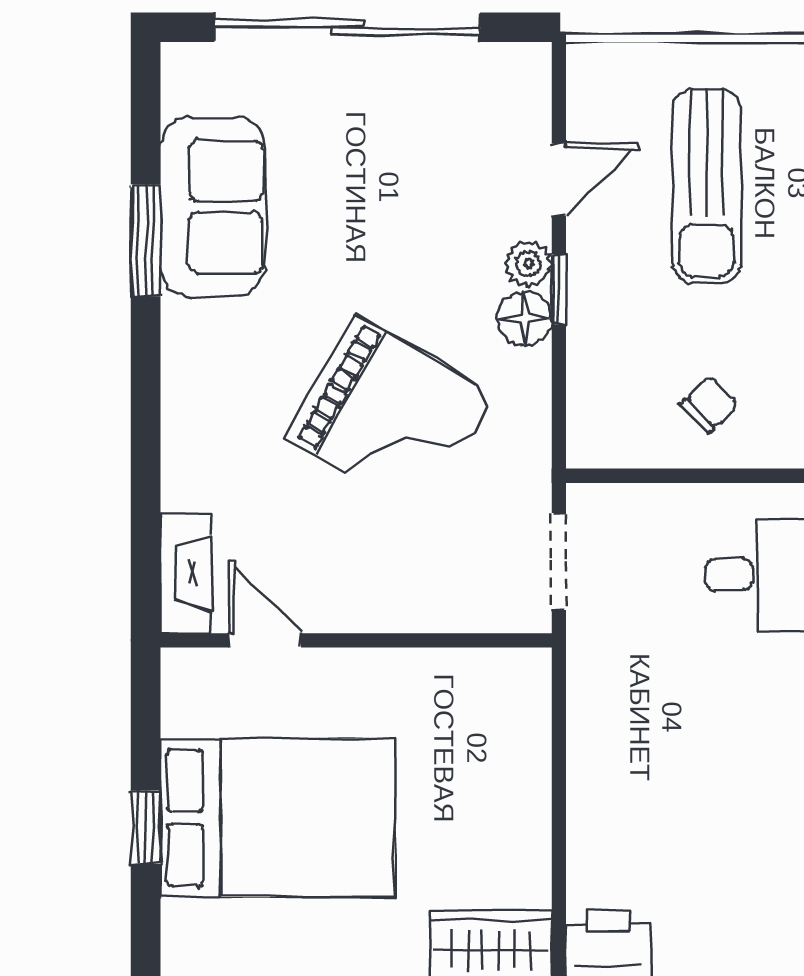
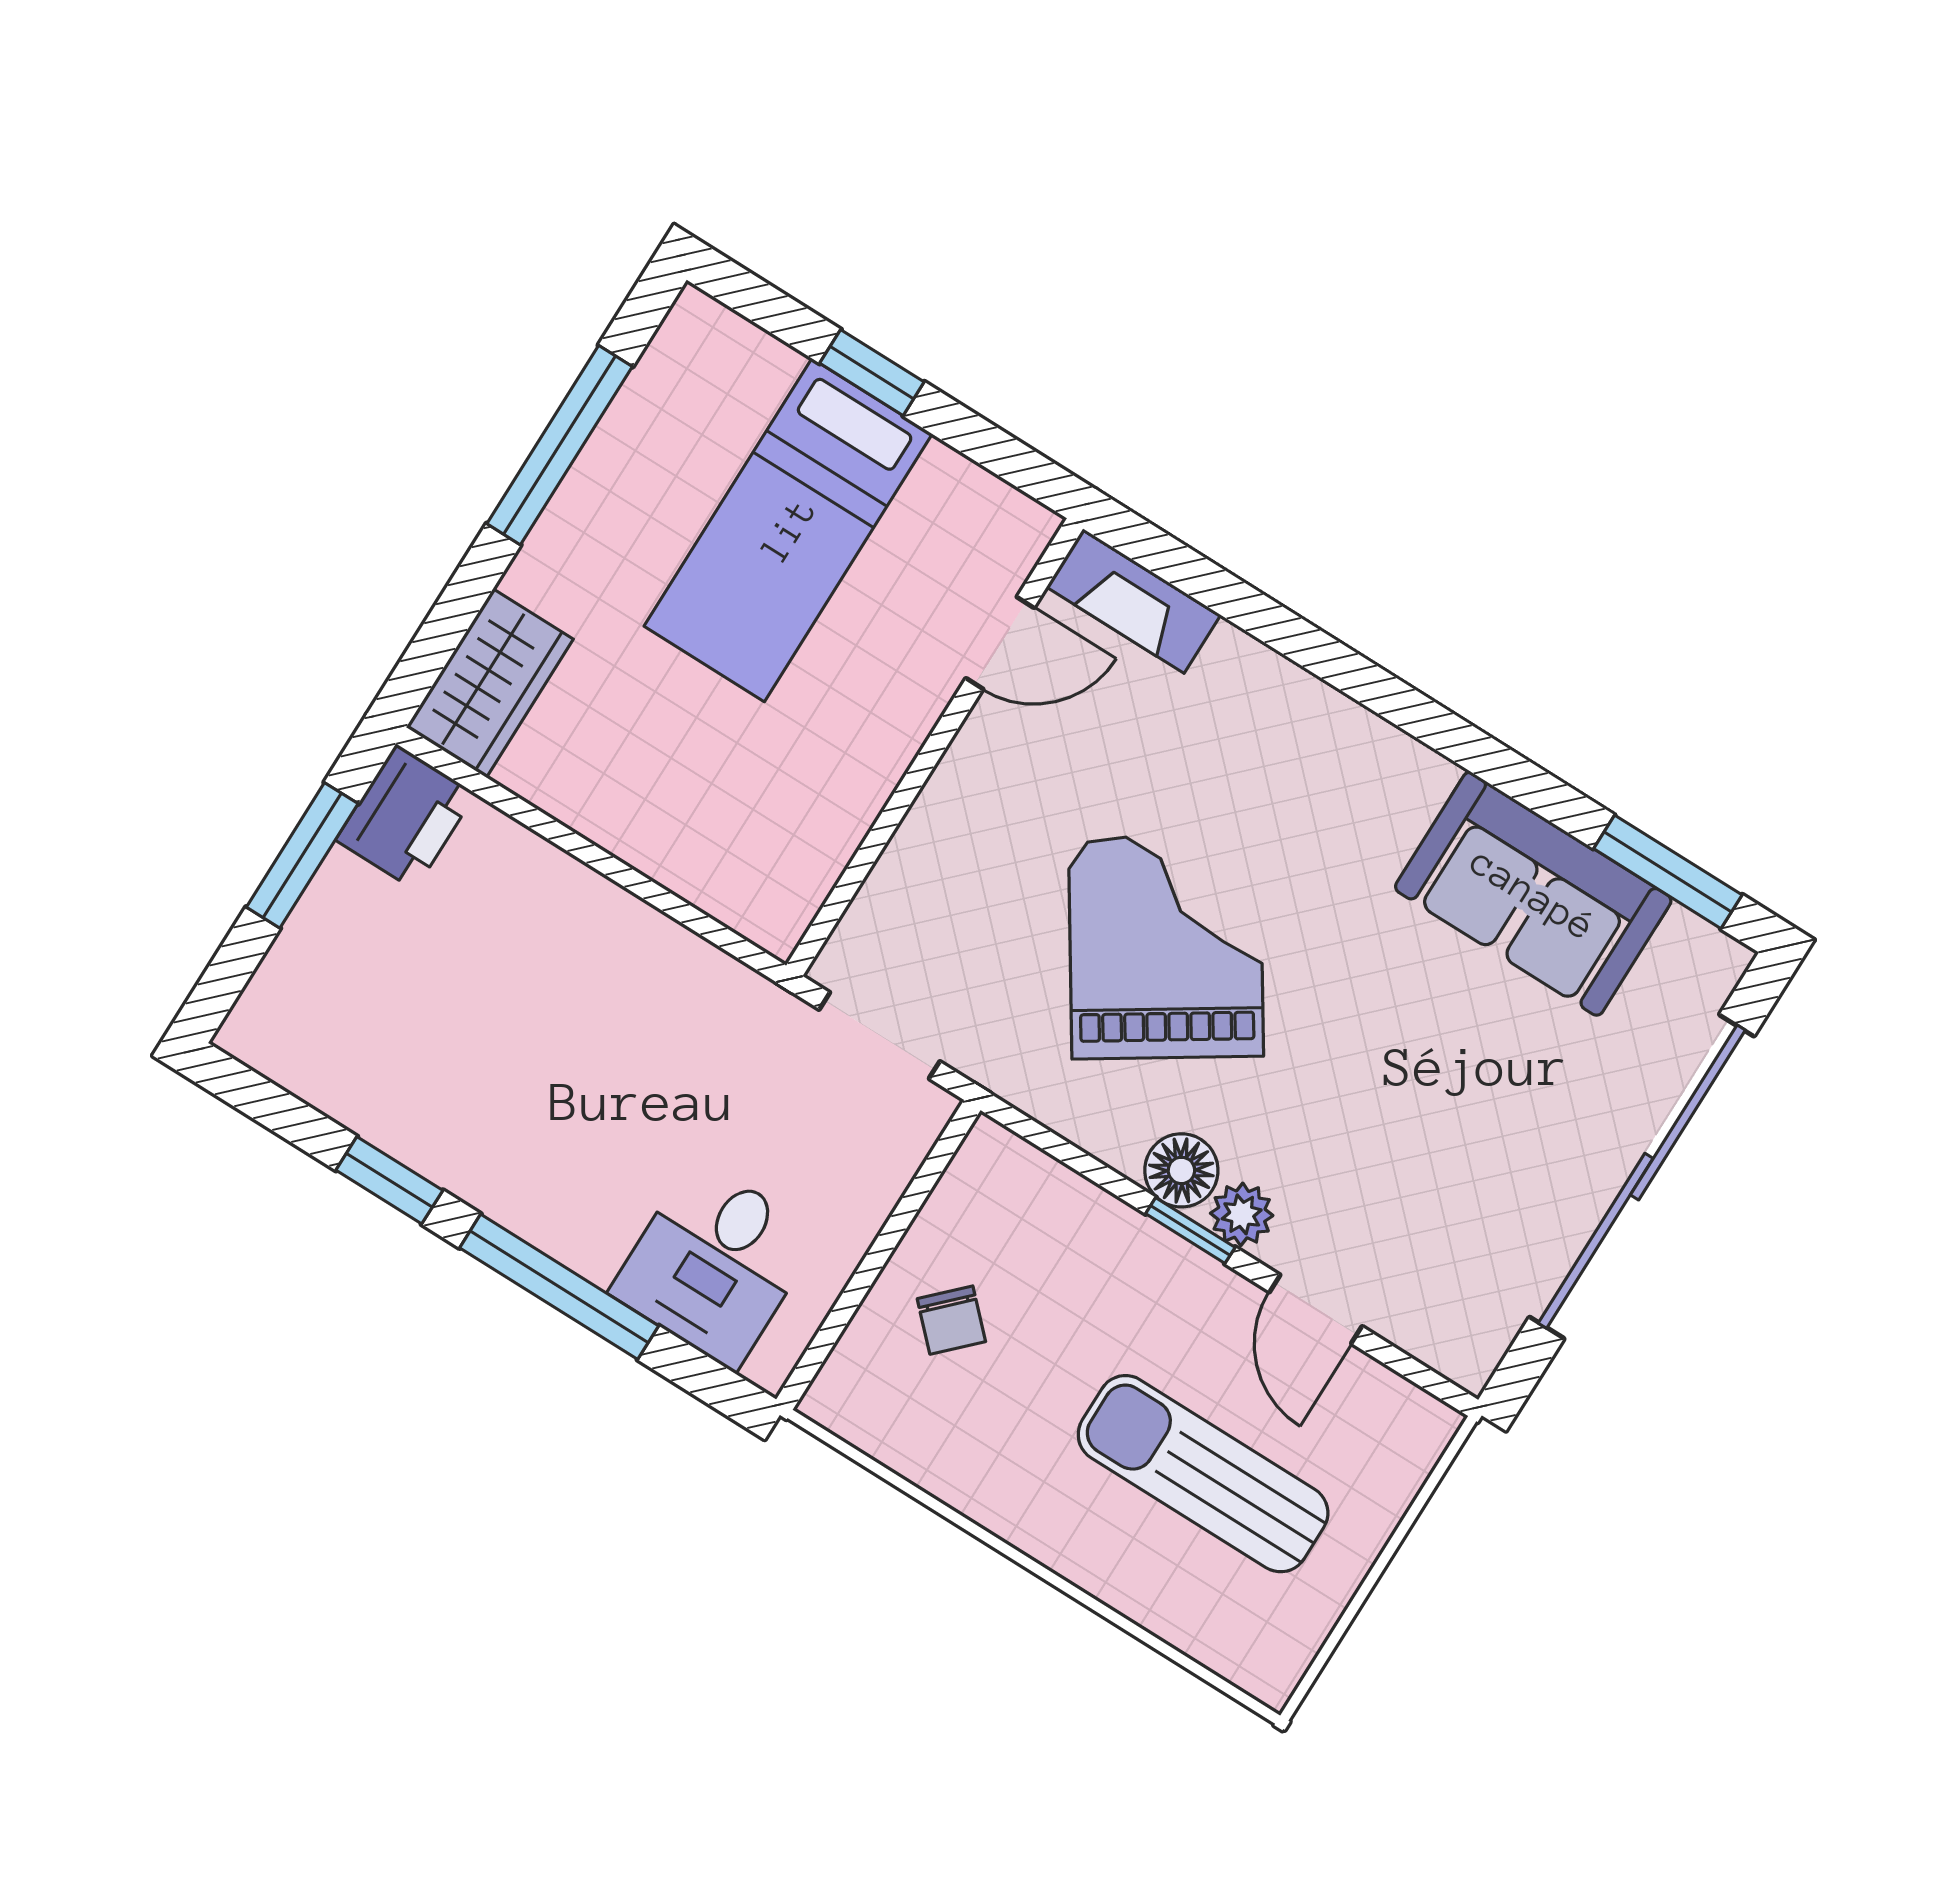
window: (146, 240) -> (1668, 872), moved
grand piano: (390, 416) -> (1166, 947), turned 117
bed: (277, 818) -> (788, 530), width x0.67

